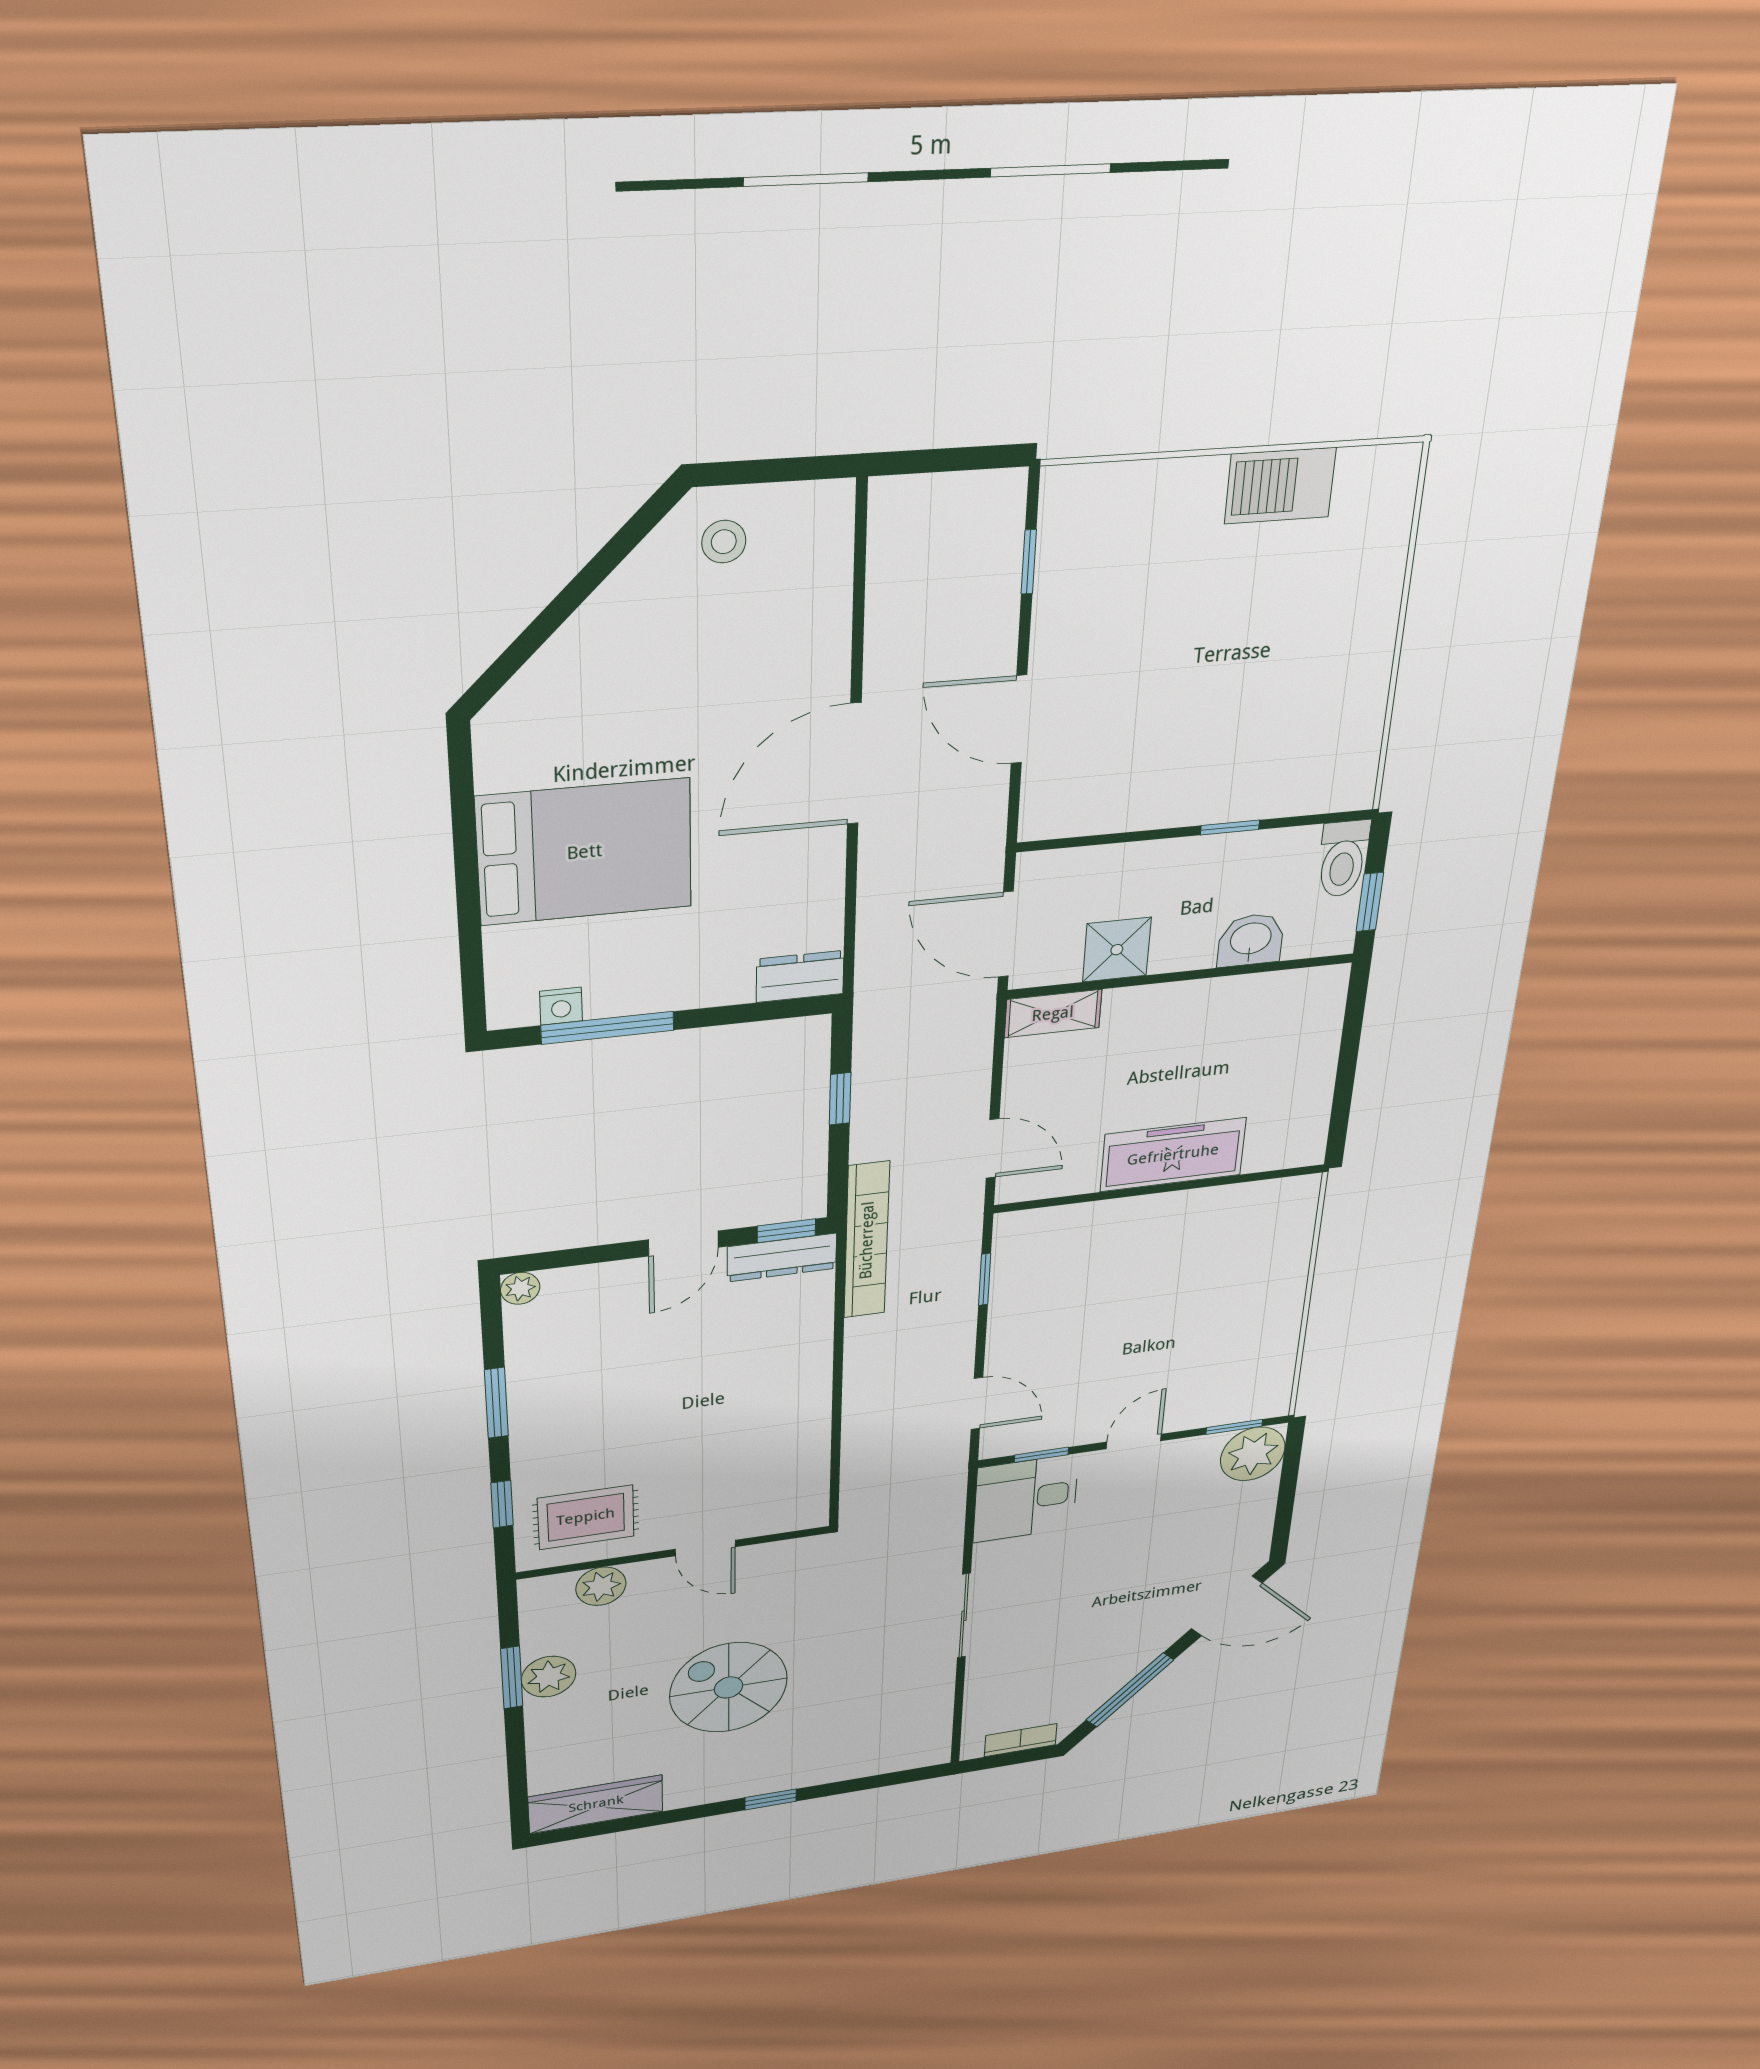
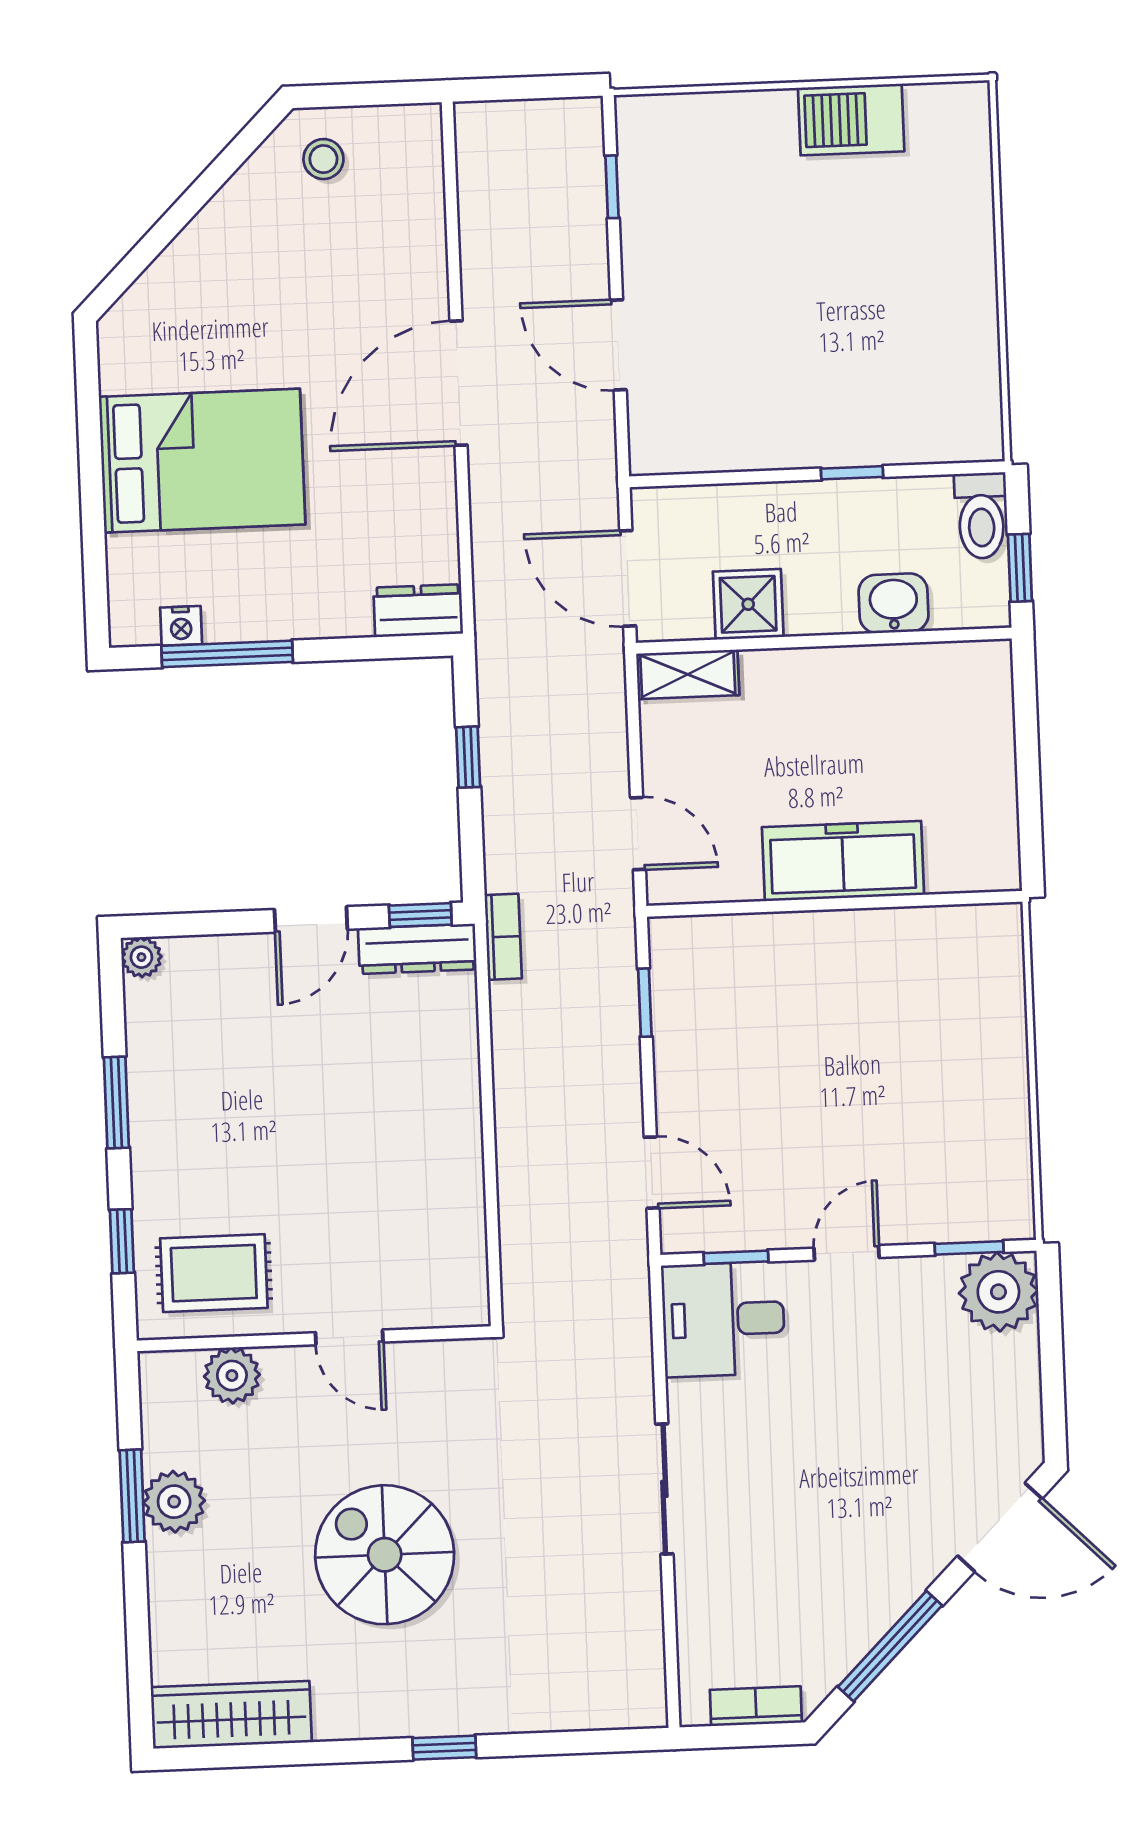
bookcase: (867, 1240) -> (503, 937), width x0.43, depth x0.76

